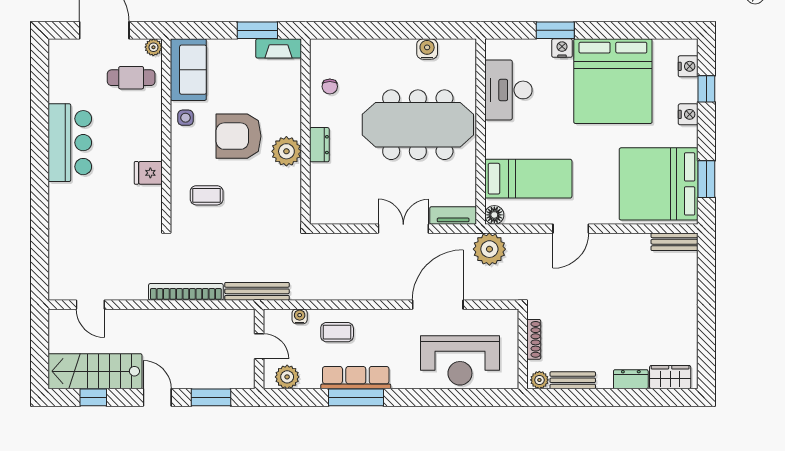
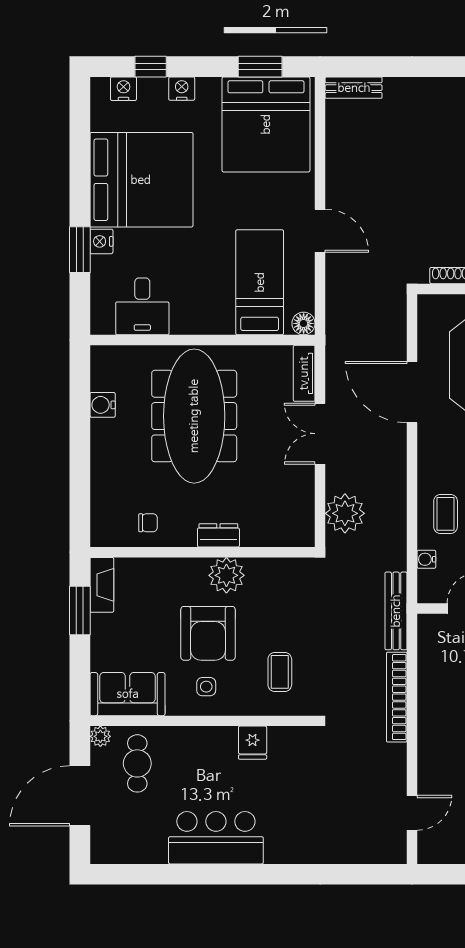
desk: (508, 90) -> (142, 306), width x0.73
side table: (186, 118) -> (206, 687), moved
bench: (674, 242) -> (354, 88), moved, turned 90
plant: (489, 249) -> (345, 513), moved

